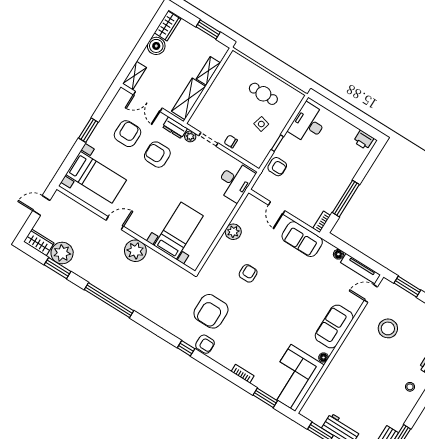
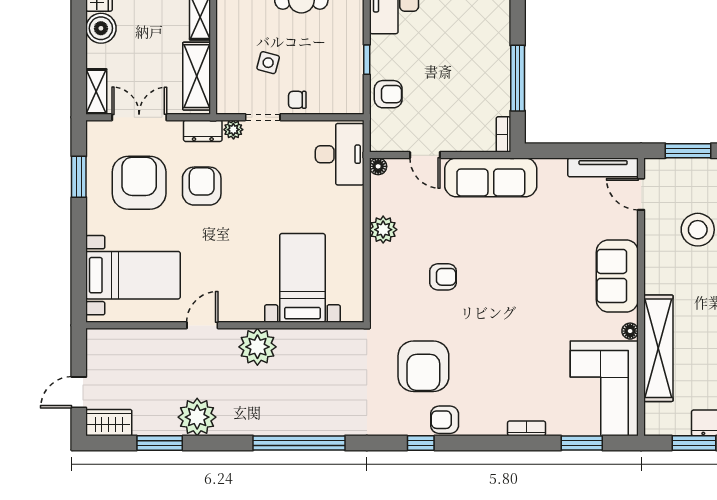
double door: (148, 101) -> (139, 117), swing flipped
side table: (261, 124) -> (268, 63), moved
window: (88, 130) -> (79, 177), moved
armchair: (127, 134) -> (139, 183), width x1.36, depth x1.36
armchair: (157, 155) -> (202, 186), turned 90
door: (41, 206) -> (79, 392), moved
sofa: (302, 239) -> (491, 177), width x1.36
plant: (62, 253) -> (197, 417), moved
floor lamp: (338, 254) -> (378, 166), moved
armchair: (248, 273) -> (443, 277), turned 90
door: (371, 294) -> (641, 194), hinge flipped
window: (109, 300) -> (299, 443), moved
armchair: (205, 344) -> (445, 420), turned 180
shelving: (332, 375) -> (658, 348), added

